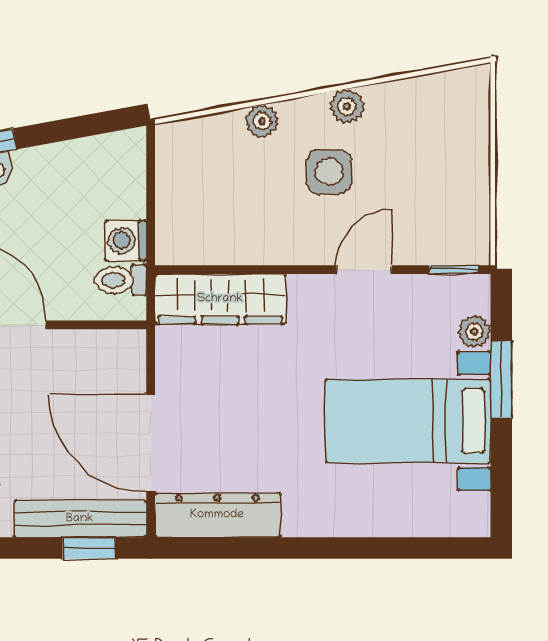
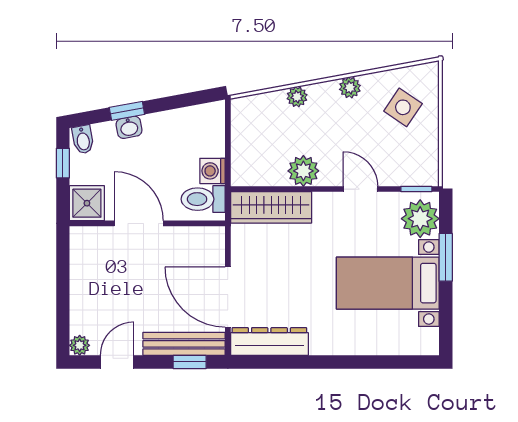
side table: (329, 172) -> (403, 107), moved, turned 34
plant: (272, 240) -> (303, 171), added
door: (364, 270) -> (360, 189), hinge flipped
toilet: (121, 280) -> (203, 199), width x1.37, depth x1.39
plant: (474, 332) -> (420, 219), width x1.88, depth x1.88

